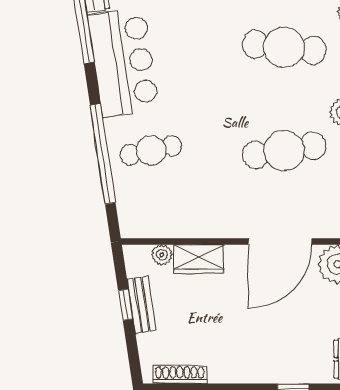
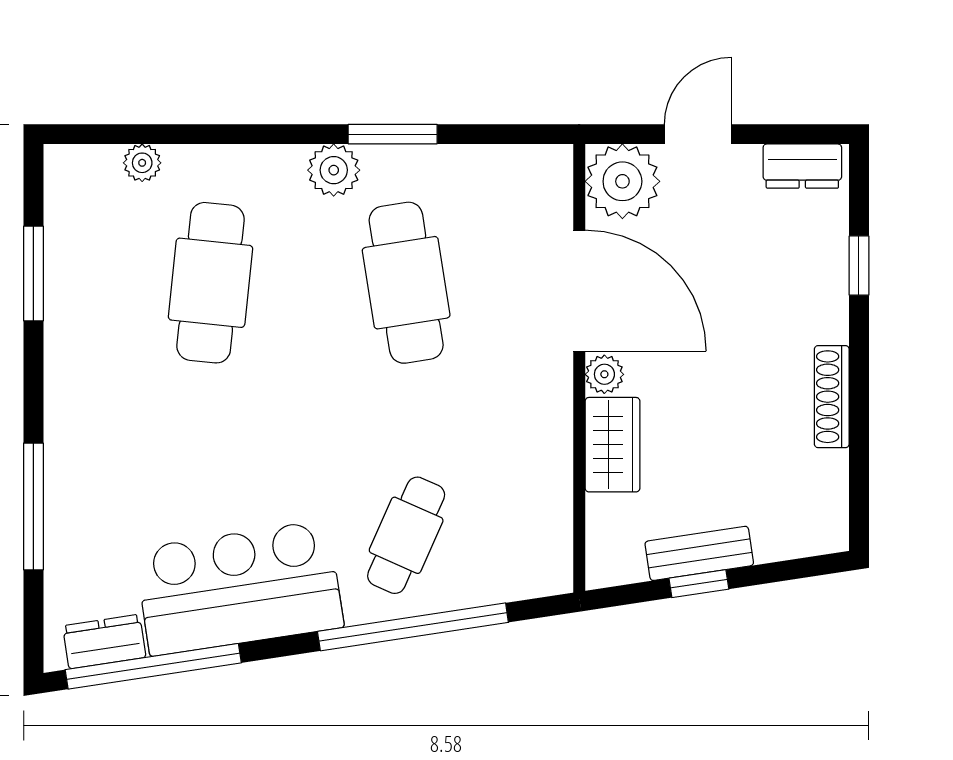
cafe table: (151, 150) -> (406, 535), turned 36
plant: (162, 255) -> (604, 374), moved
shoe rack: (180, 375) -> (832, 397), moved

